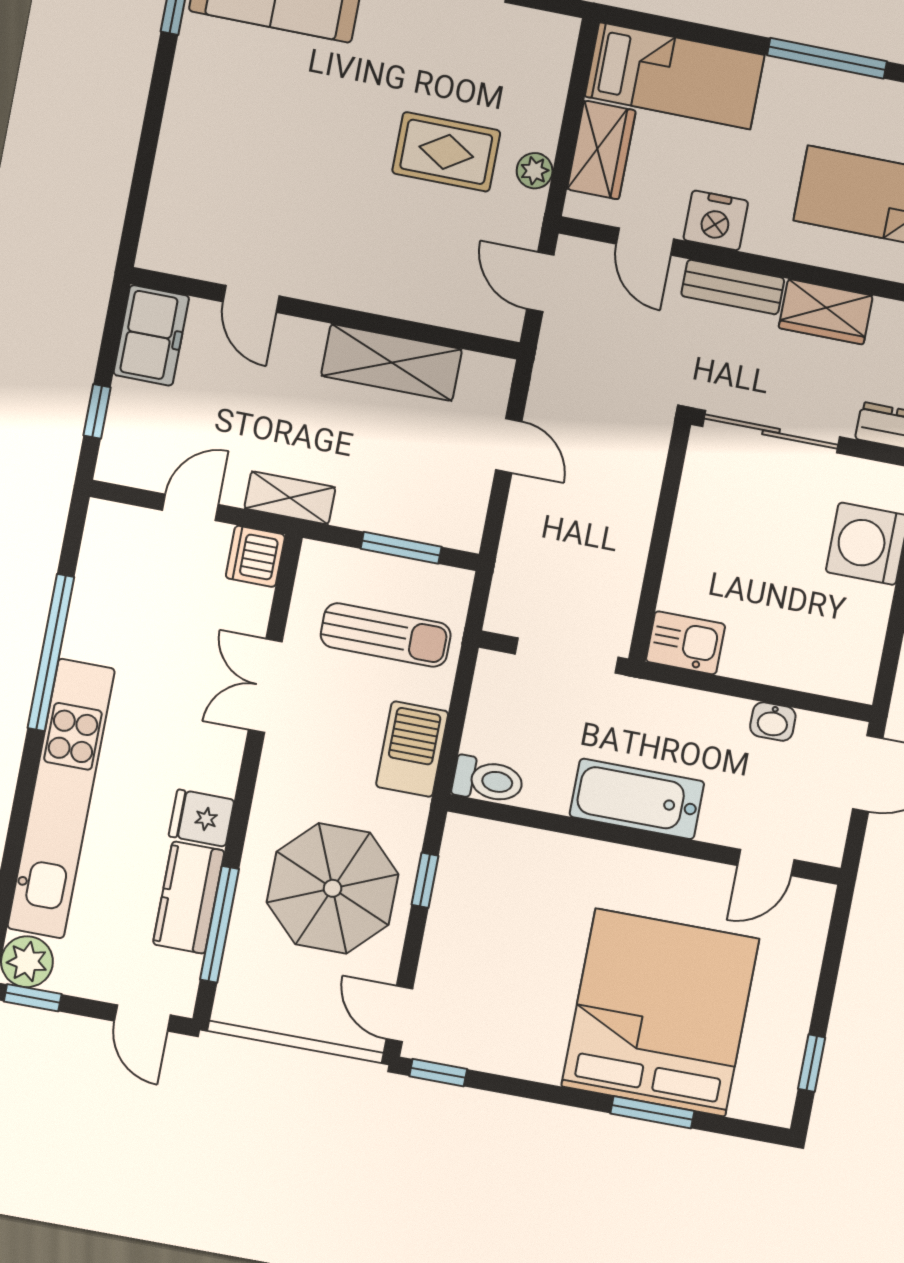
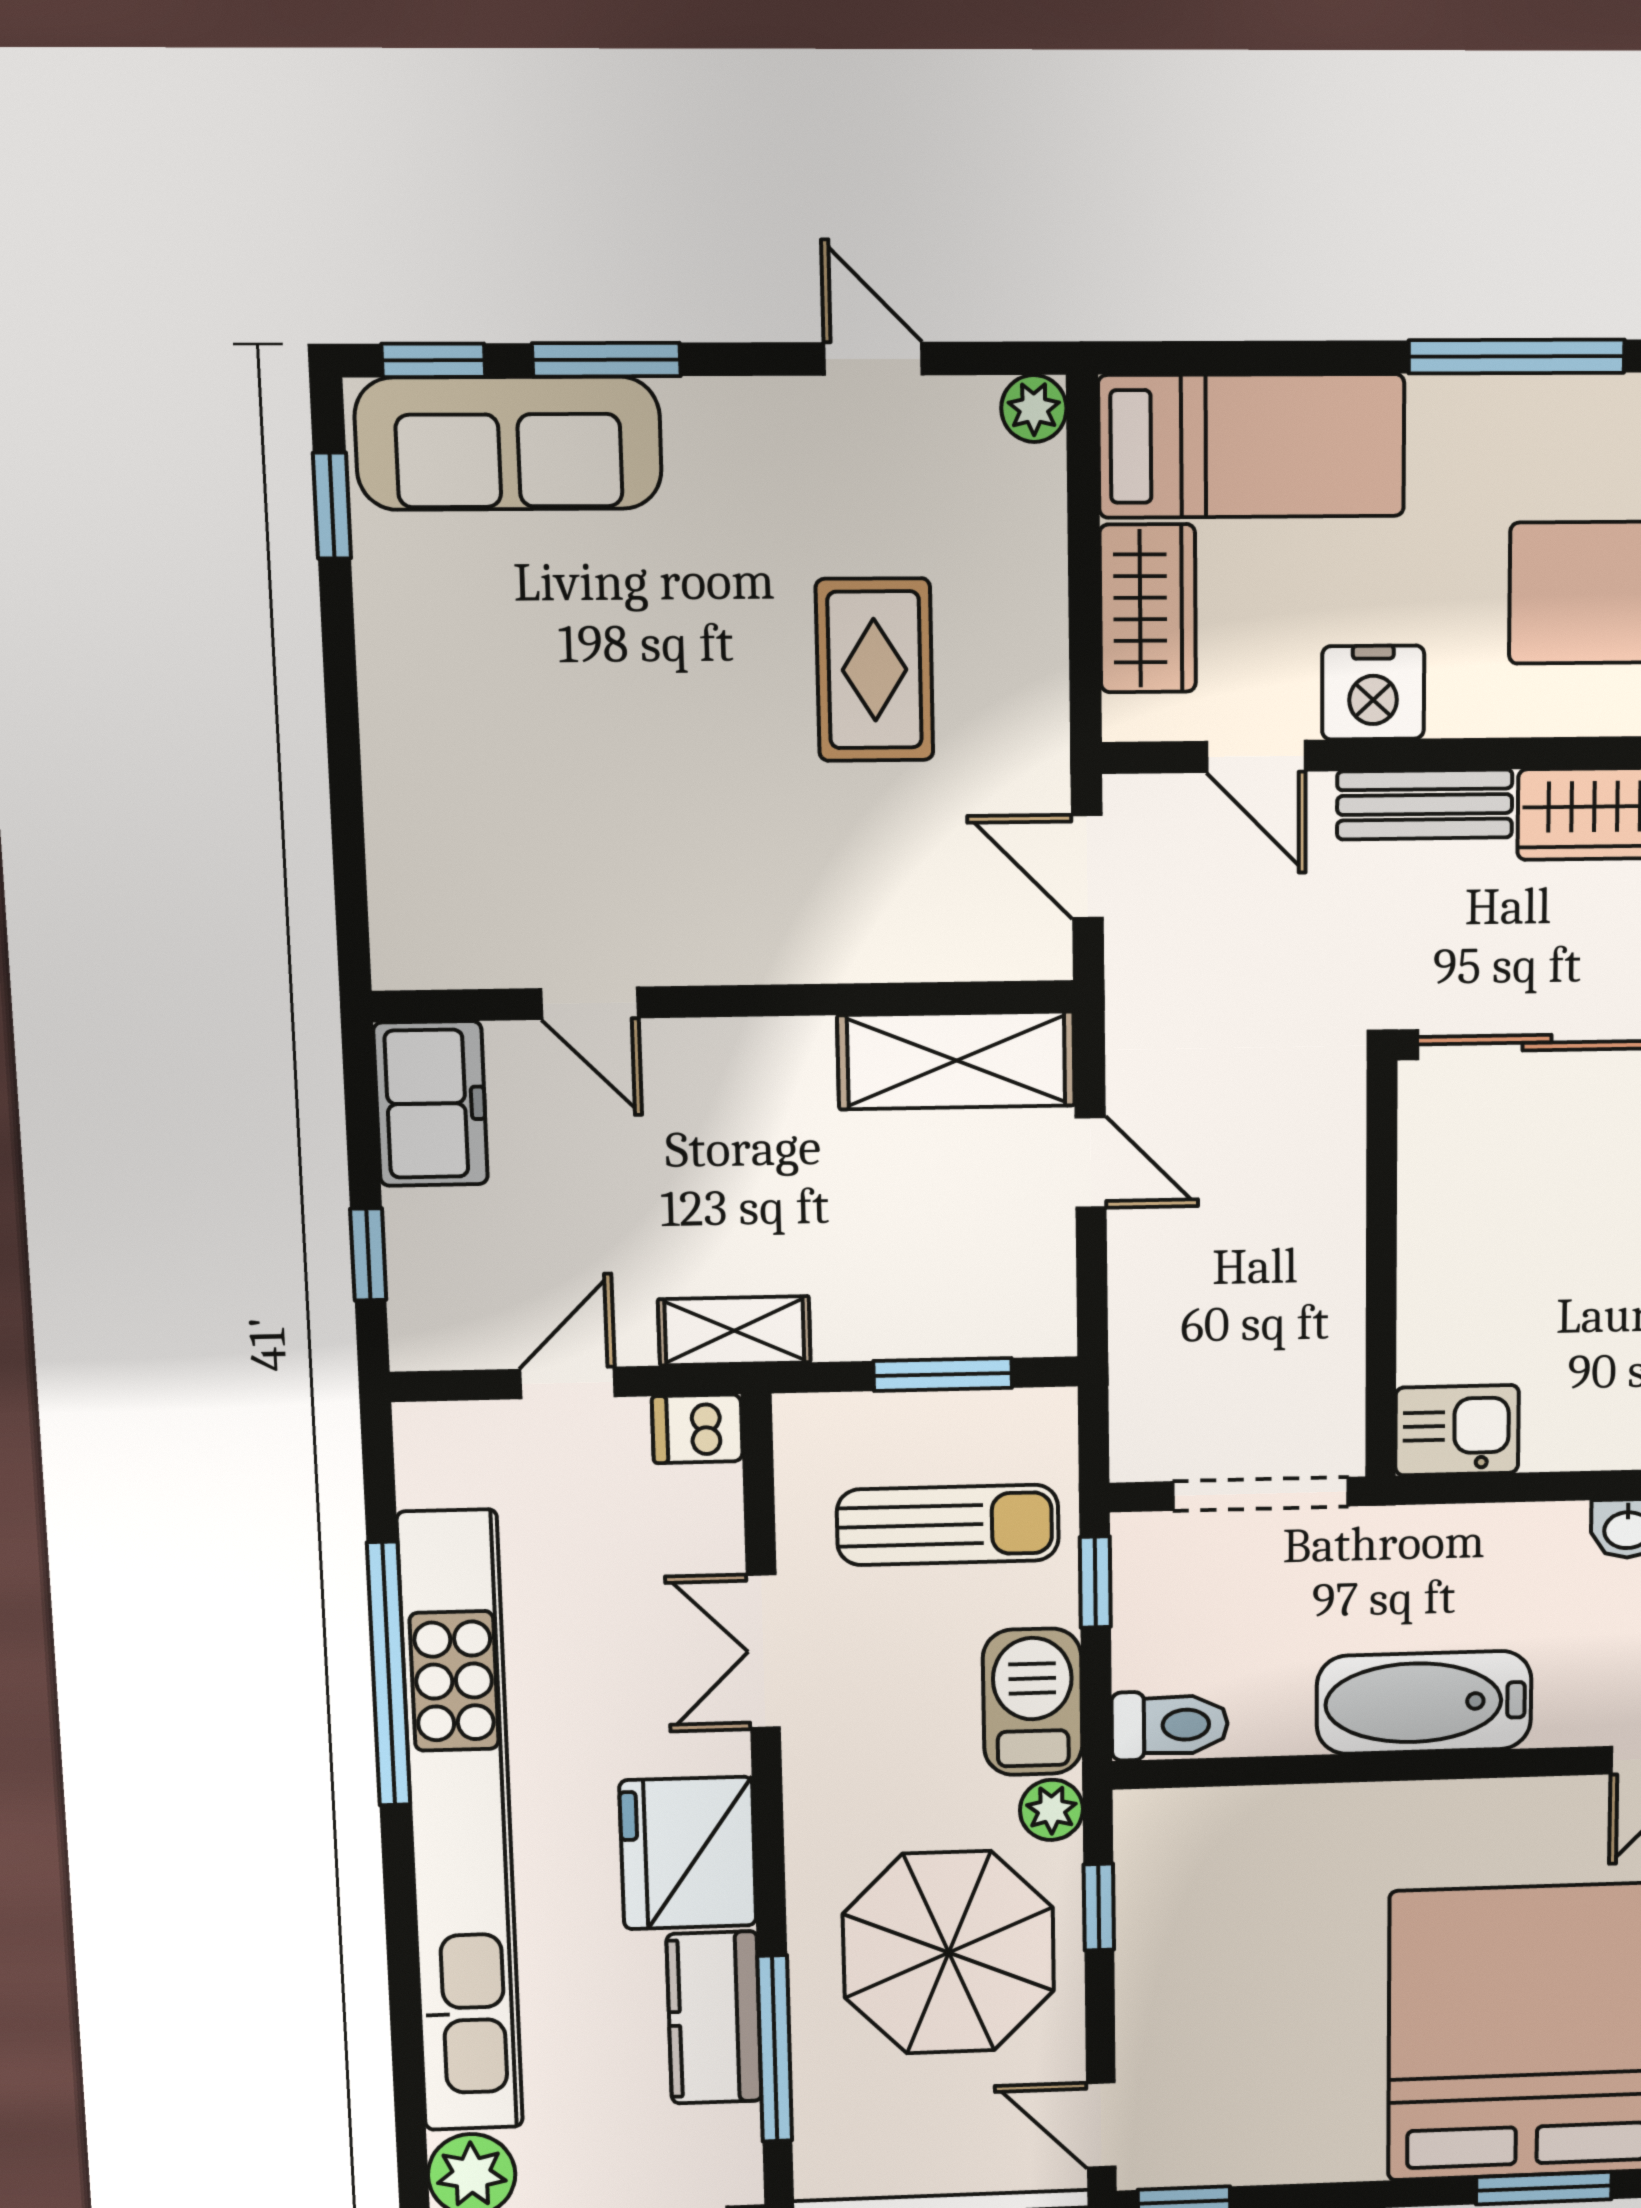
rug: (446, 152) -> (875, 670), turned 90
plant: (535, 171) -> (1034, 408), moved
shelving: (392, 362) -> (956, 1061), moved
dishwasher: (255, 556) -> (697, 1429), width x0.73
window: (462, 686) -> (1095, 1582), added
kitchen unit: (61, 799) -> (461, 1824), width x1.36
plant: (410, 816) -> (1051, 1810), added
fridge: (202, 818) -> (688, 1853), width x1.88, depth x1.34

